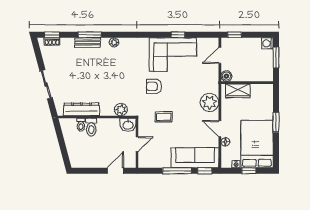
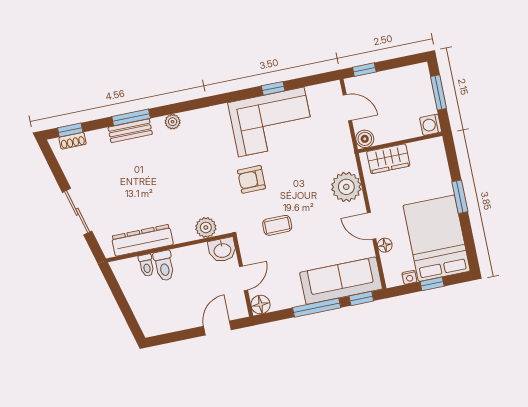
washing machine: (267, 43) -> (431, 125), moved
door: (220, 55) -> (347, 108), swing flipped
floor lamp: (144, 162) -> (260, 305), added

